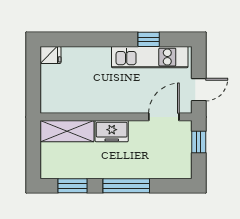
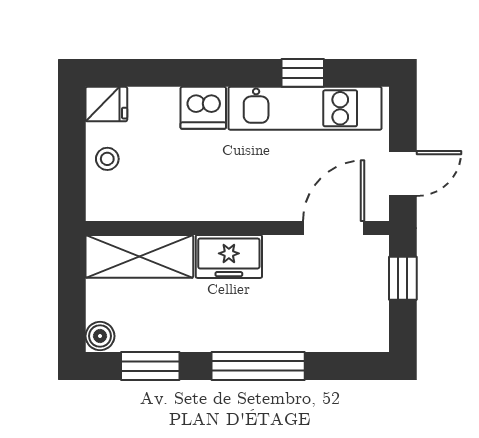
dishwasher: (99, 57) -> (203, 108), added
stool: (51, 82) -> (107, 159), added
boiler: (47, 171) -> (100, 336), added

